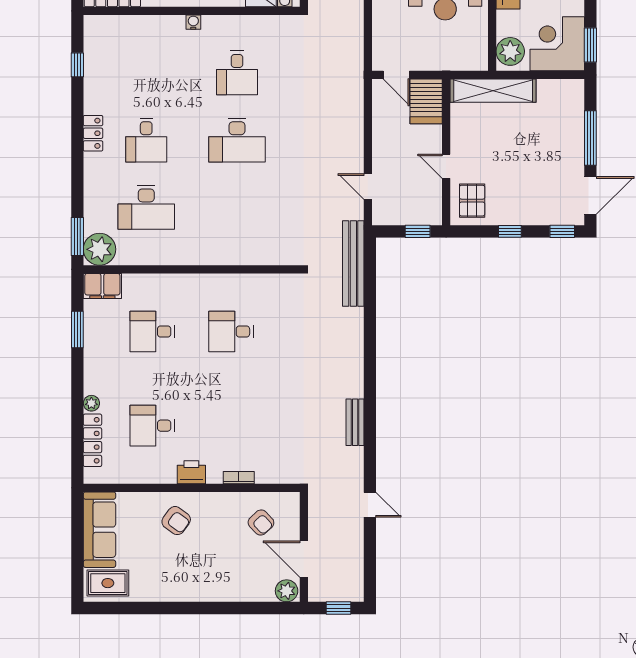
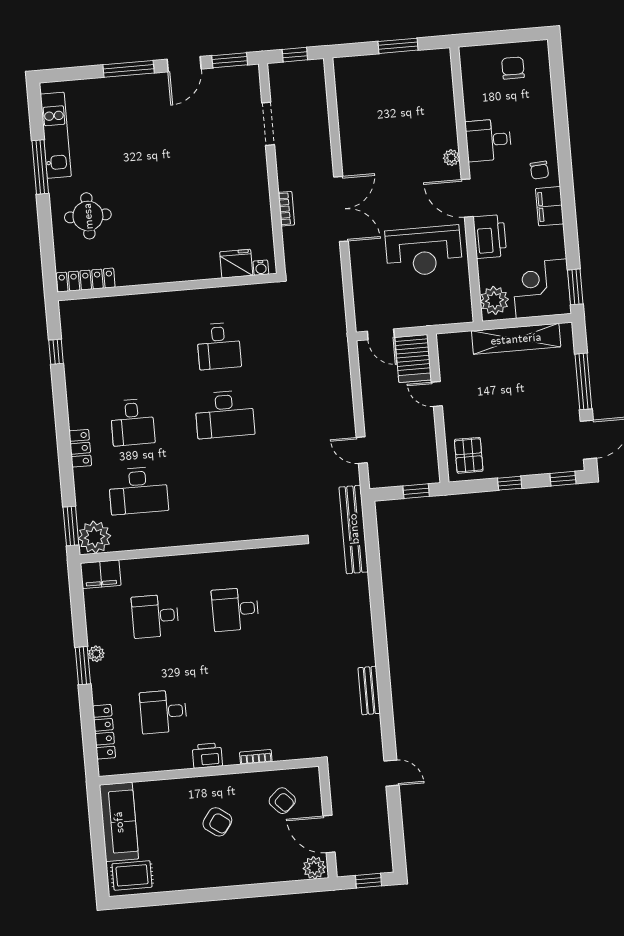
water cooler: (193, 22) -> (170, 298), removed
shelving: (493, 91) -> (516, 339), moved
locker: (93, 133) -> (80, 448), moved
door: (446, 166) -> (437, 394), moved
window: (77, 329) -> (83, 666), moved
plant: (91, 403) -> (96, 654), moved
armchair: (176, 521) -> (217, 822), moved

